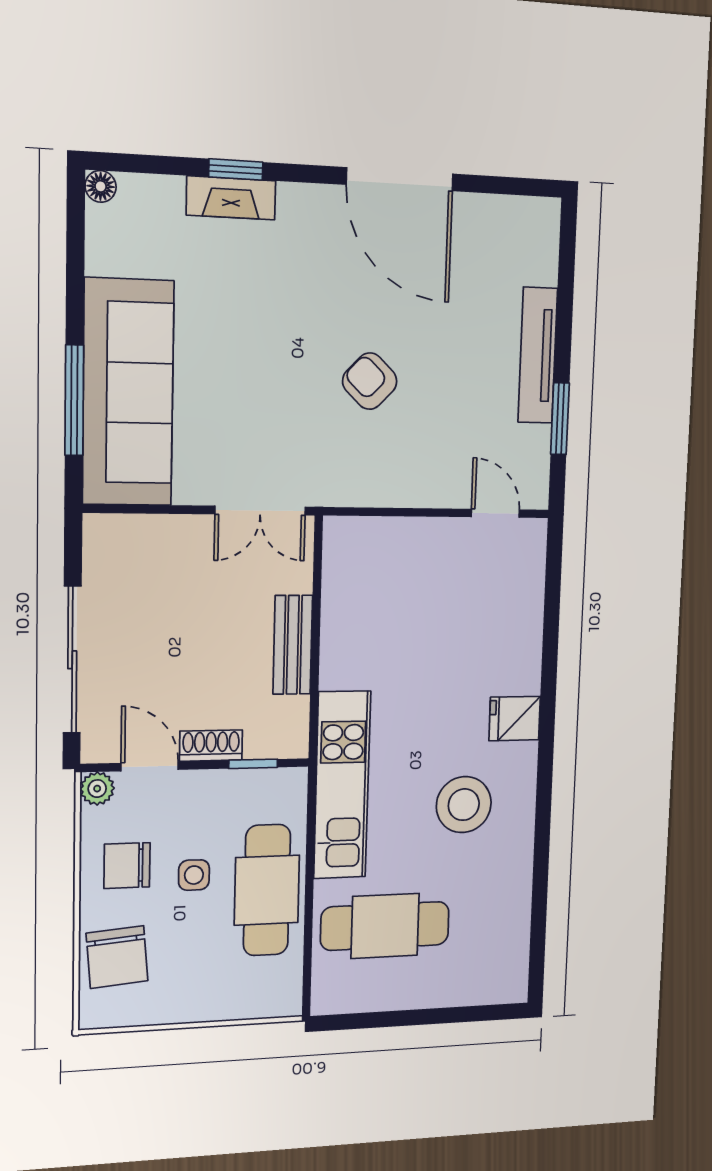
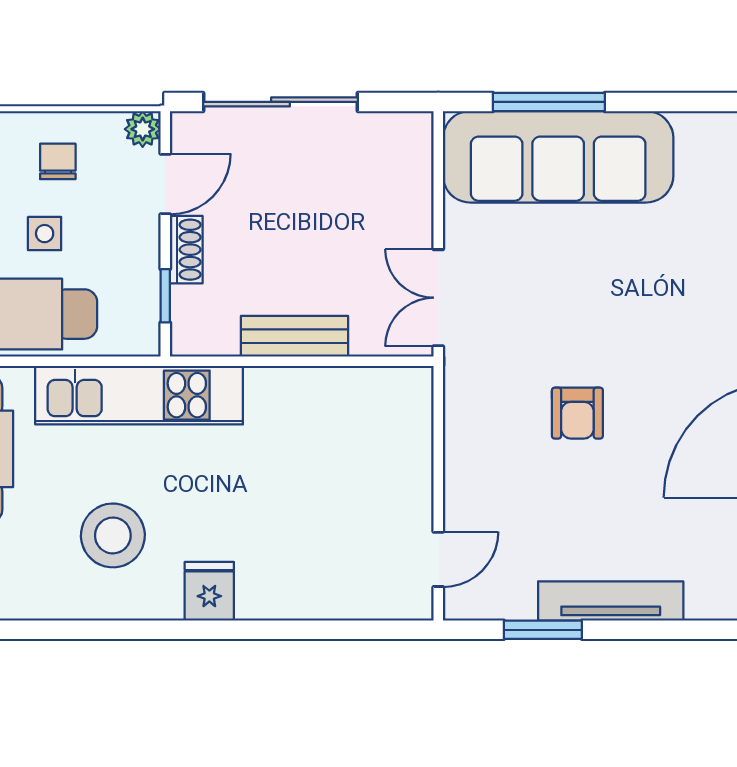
armchair: (370, 381) -> (577, 413), turned 136
chair: (127, 866) -> (58, 161), width x0.73, depth x0.73

